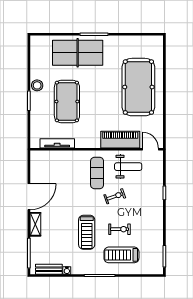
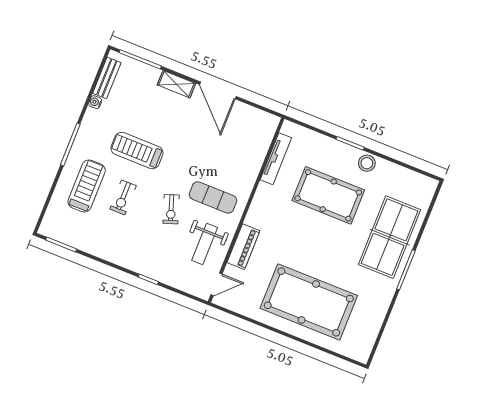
piano: (120, 140) -> (243, 247), width x0.73, depth x0.75

